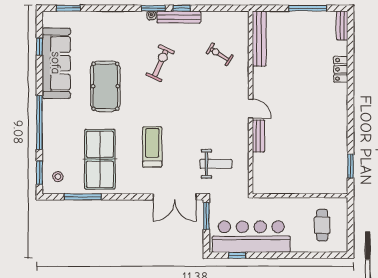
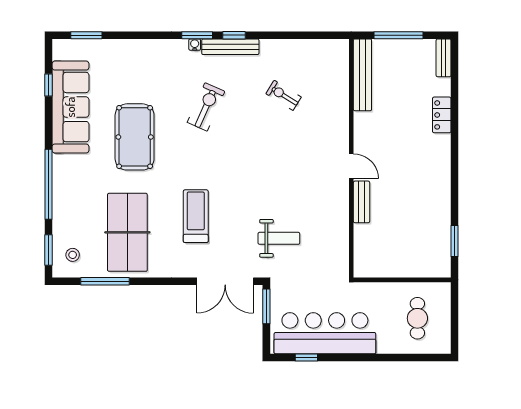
bench: (259, 39) -> (362, 75), moved
wall: (251, 103) -> (351, 158), moved
door: (251, 109) -> (351, 166), moved
bench: (258, 136) -> (362, 202), moved

